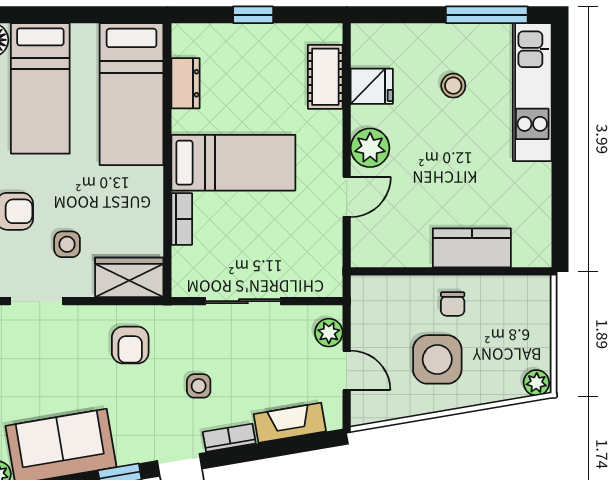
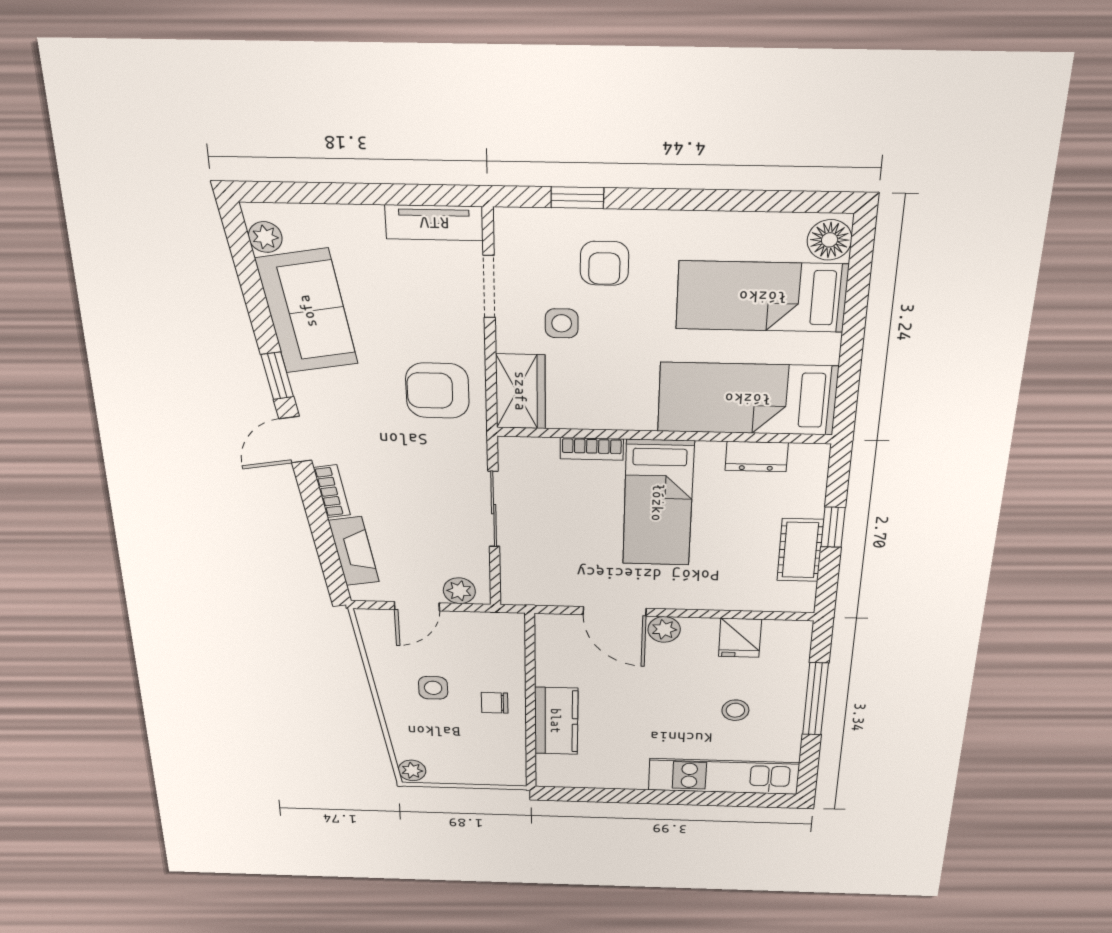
window: (487, 15) -> (815, 699), moved
cot: (325, 77) -> (800, 550), moved, turned 90
plant: (370, 148) -> (664, 629), width x0.73, depth x0.73
door: (347, 197) -> (615, 611), width x1.38
armchair: (130, 345) -> (437, 391), width x1.38, depth x1.38
side table: (437, 359) -> (433, 688), width x0.54, depth x0.54
side table: (199, 386) -> (391, 462), removed

